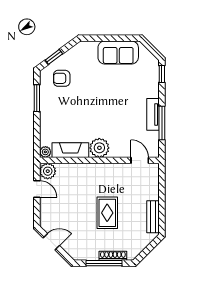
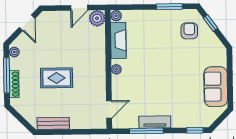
plant: (99, 148) -> (116, 69), width x0.53, depth x0.53
plant: (81, 255) -> (14, 52), added

